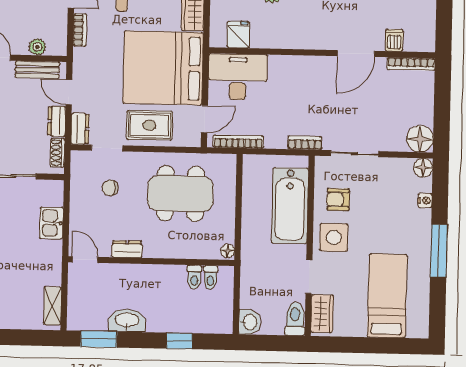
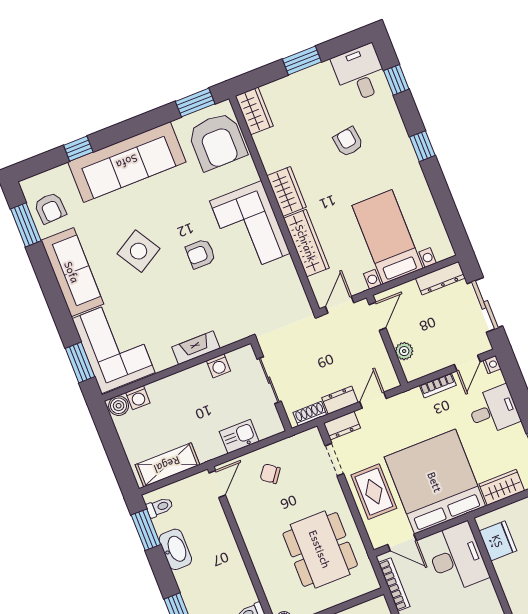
fridge: (238, 35) -> (498, 541), width x1.38
bench: (37, 70) -> (382, 360), removed
chair: (110, 188) -> (270, 474), moved, turned -53
dresser: (127, 249) -> (245, 520), removed
toilet: (194, 277) -> (160, 507), moved, turned 180
shelving: (52, 306) -> (167, 465), width x1.50, depth x1.33

